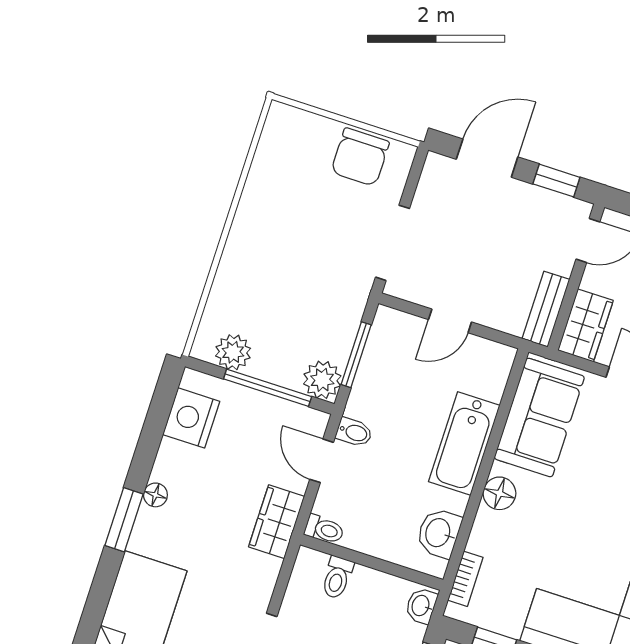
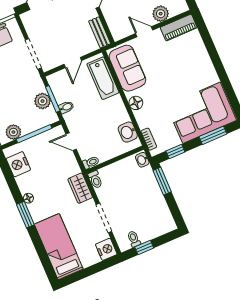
wardrobe: (585, 325) -> (117, 27), removed
plant: (322, 380) -> (42, 101), moved
bidet: (354, 432) -> (66, 107), moved
bathtub: (464, 443) -> (103, 78), moved
wardrobe: (277, 522) -> (80, 188), moved
toilet: (337, 577) -> (95, 180), moved

